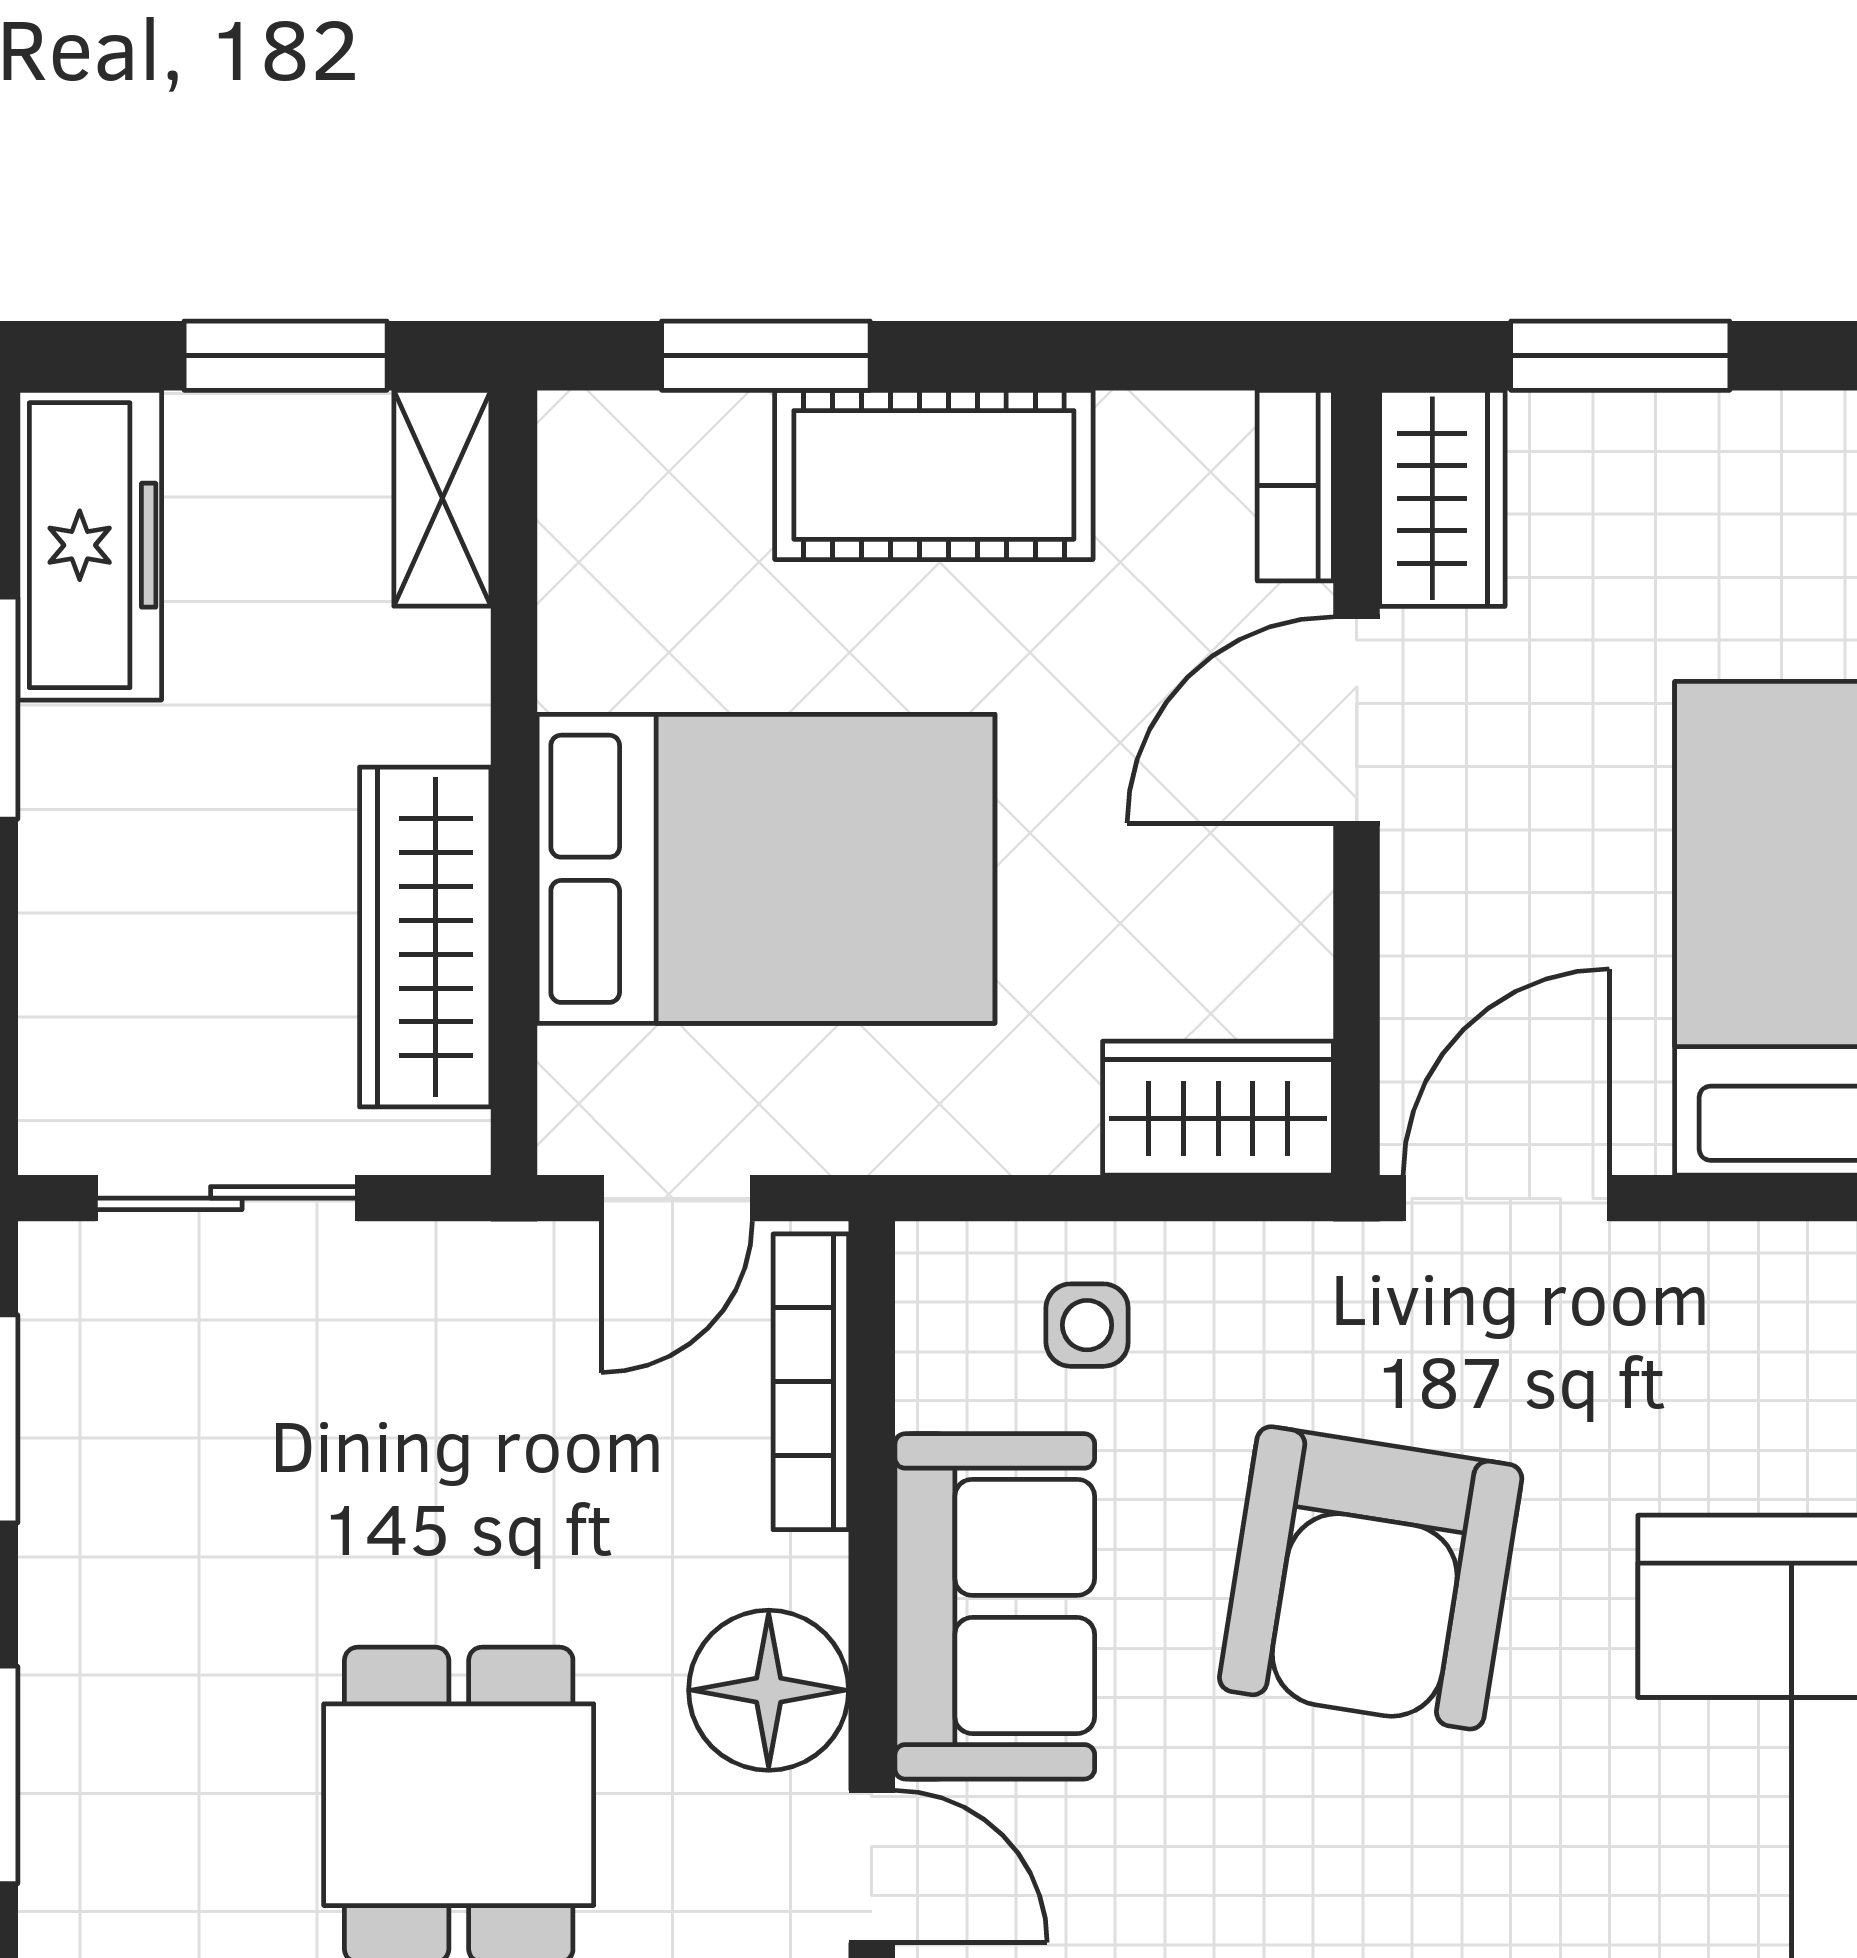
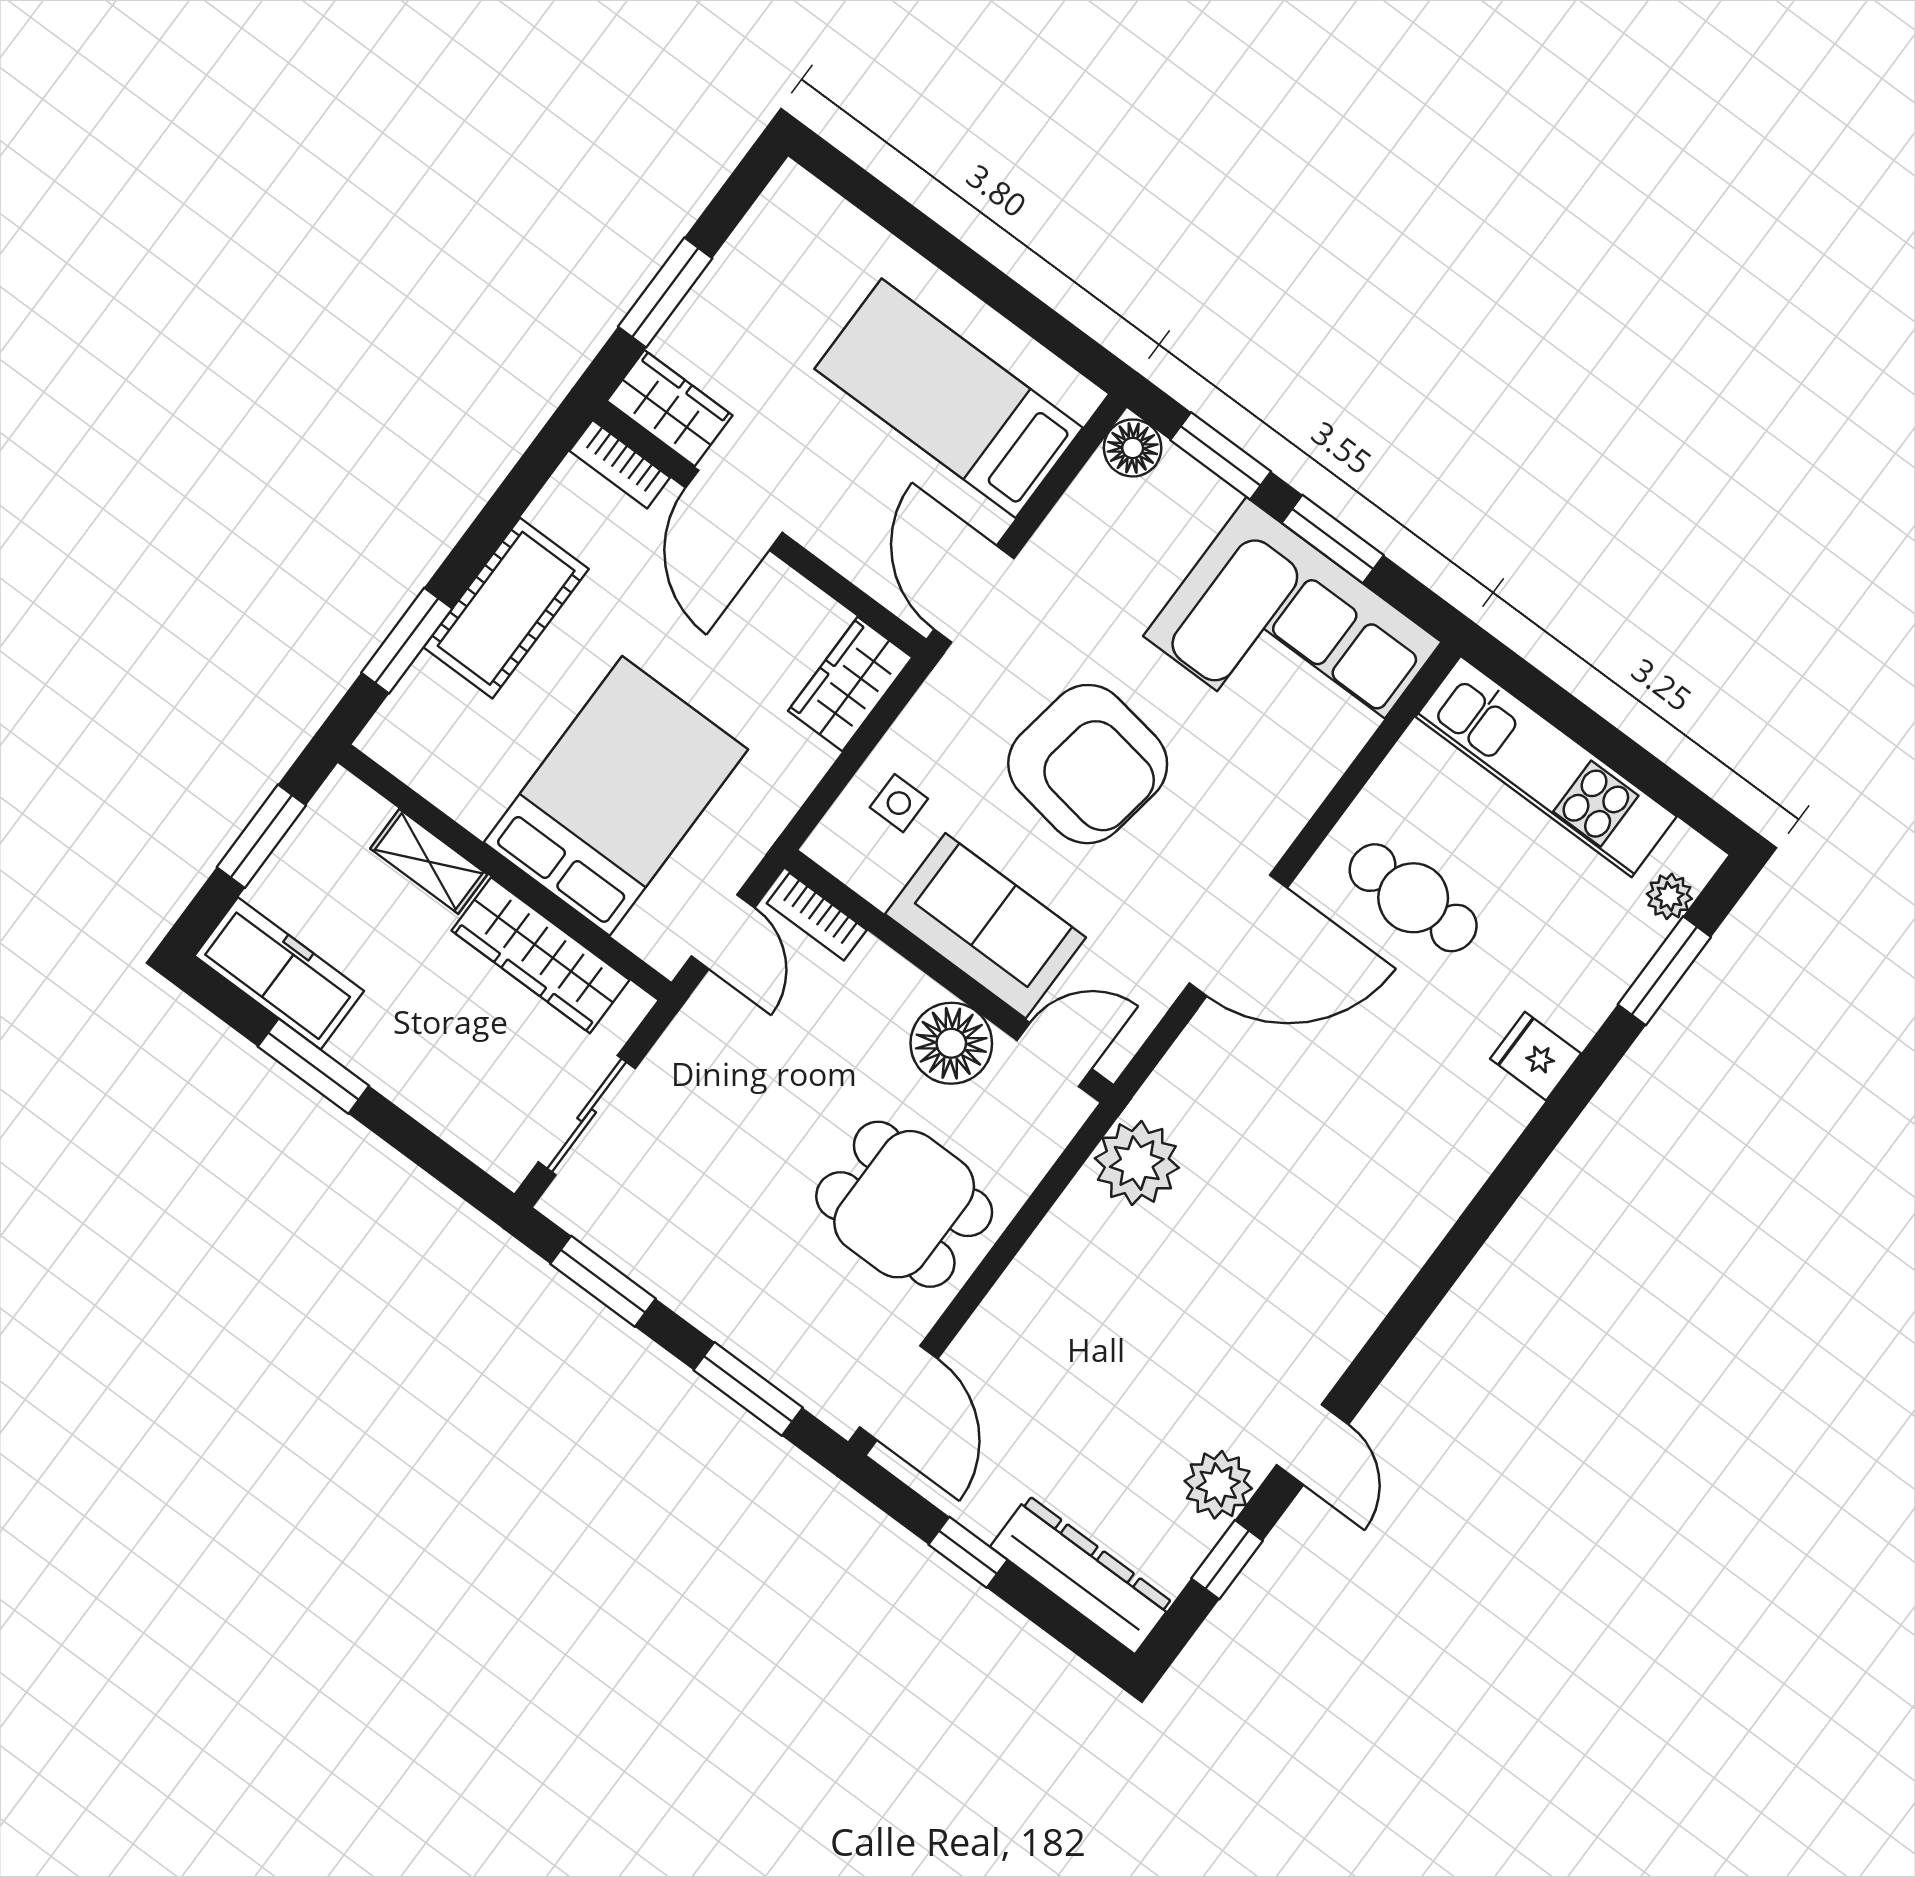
shelving: (442, 498) -> (429, 861), moved
bookcase: (811, 1382) -> (817, 917), width x0.64

